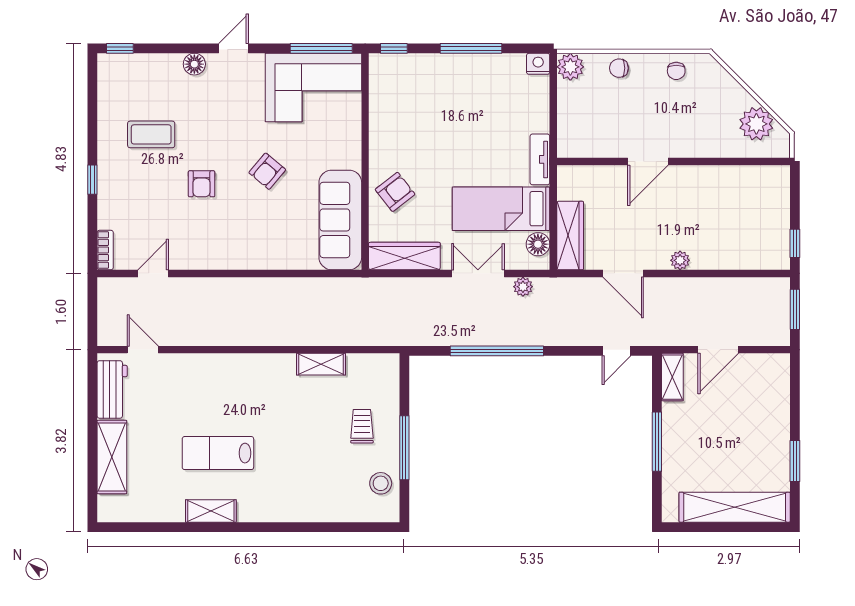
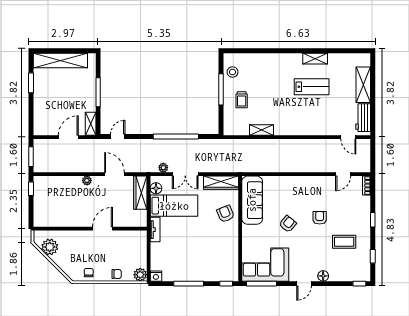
window: (92, 104) -> (373, 256), added
armchair: (395, 192) -> (226, 214), turned 106

